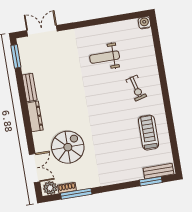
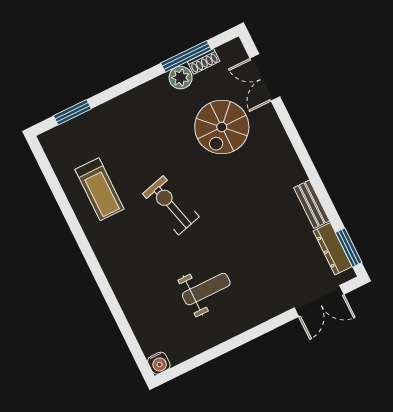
exercise bike: (136, 88) -> (171, 205), moved, width x1.38, depth x1.39
dresser: (35, 116) -> (333, 249), moved
bench: (158, 171) -> (65, 132), removed
plant: (50, 188) -> (181, 78), moved

